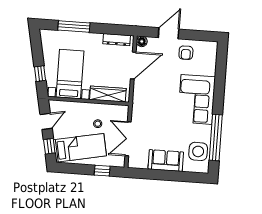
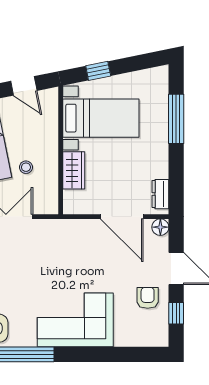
window: (197, 35) -> (176, 313), added
dresser: (117, 40) -> (160, 194), width x0.70
armchair: (186, 53) -> (148, 298), turned 90
wardrobe: (108, 94) -> (74, 170), width x0.67

